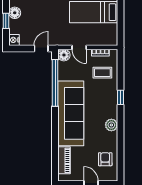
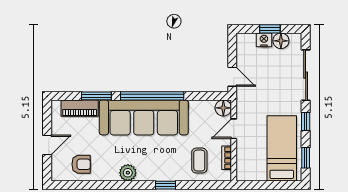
nightstand: (14, 40) -> (264, 40), moved
window: (55, 83) -> (152, 96), moved
window: (55, 148) -> (96, 96), added

